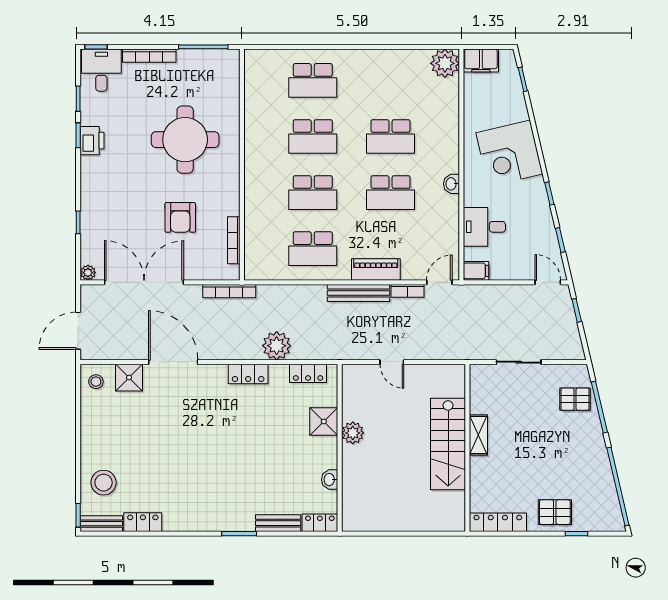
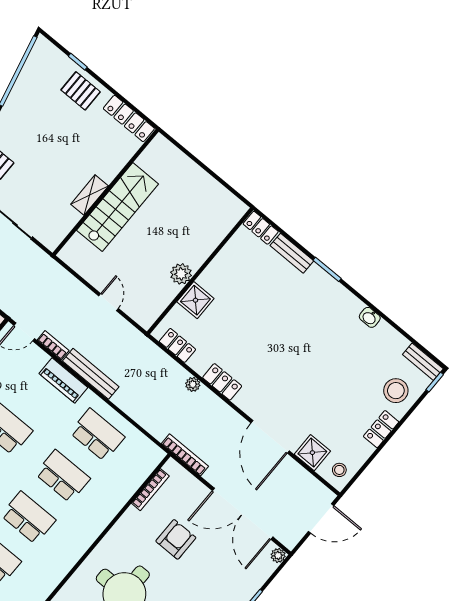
plant: (277, 346) -> (193, 384), width x0.53, depth x0.53
washbasin: (330, 480) -> (370, 317), moved, turned 90
locker: (143, 522) -> (381, 429), moved, turned 90

